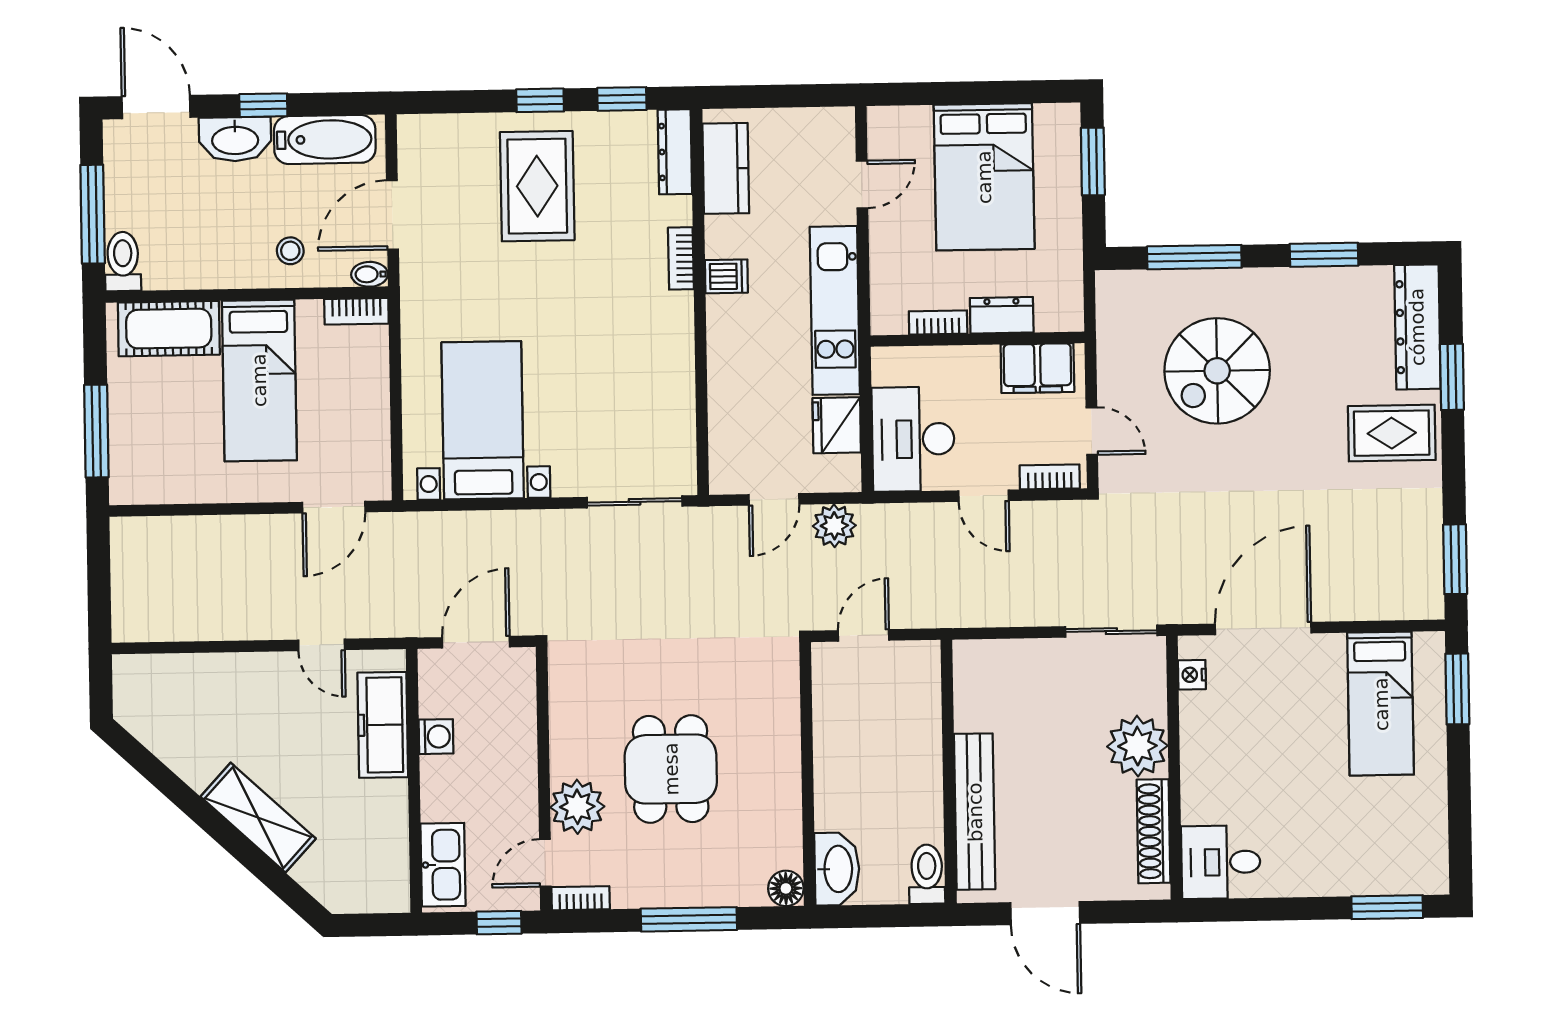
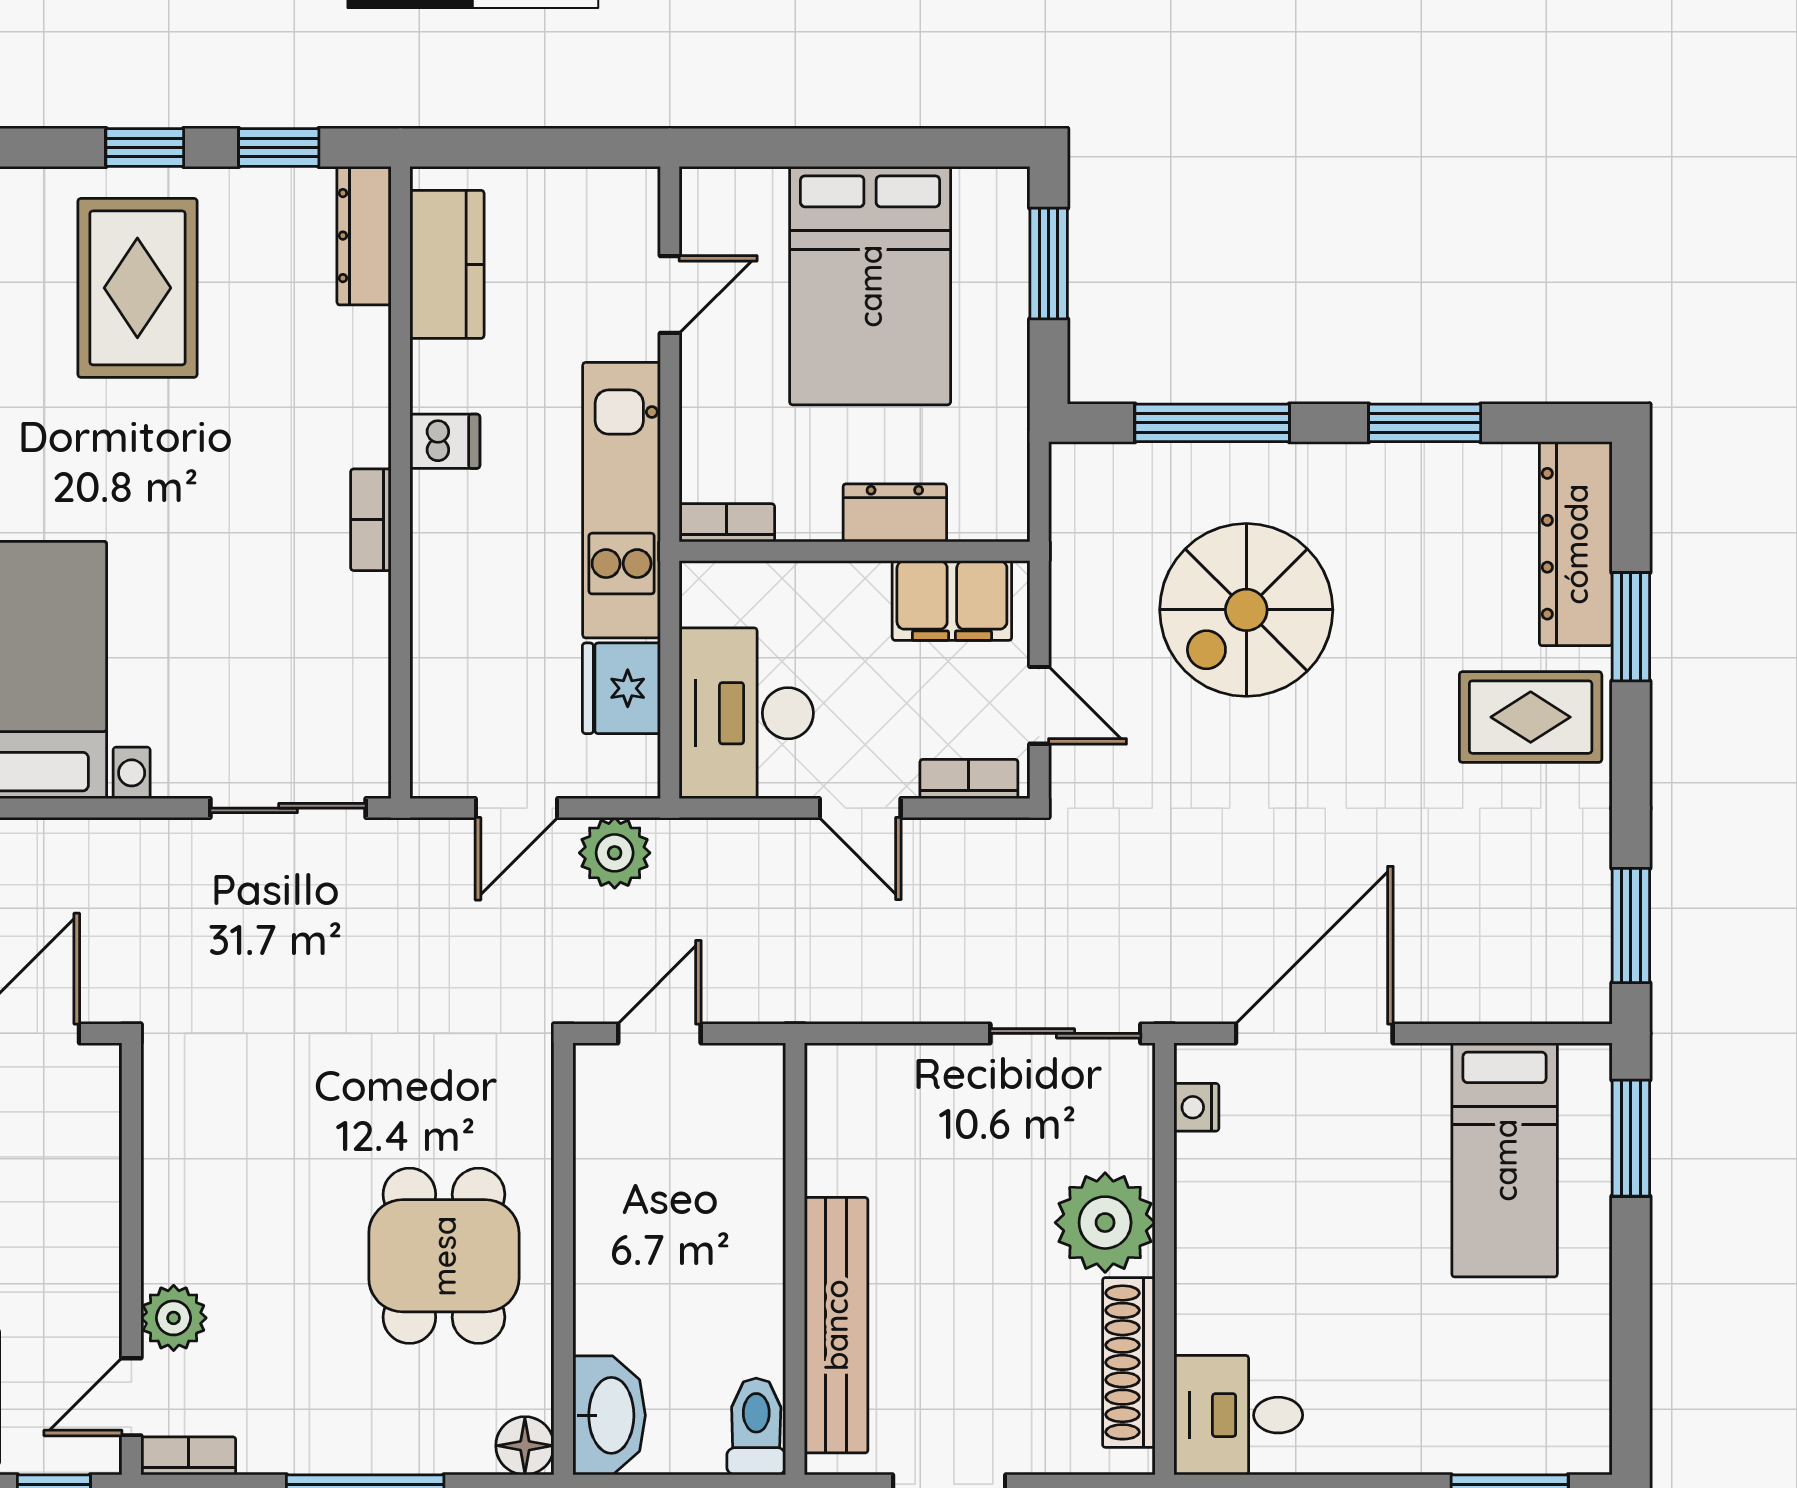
bookcase: (681, 258) -> (371, 520), moved
bookcase: (938, 322) -> (727, 523), moved
dining table: (671, 769) -> (444, 1256), moved
plant: (577, 807) -> (174, 1318), width x0.73, depth x0.73

